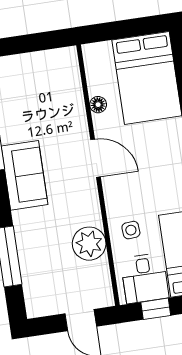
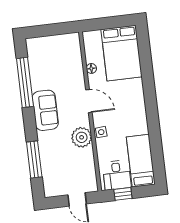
side table: (131, 230) -> (101, 132), moved
plant: (89, 244) -> (82, 137), moved

